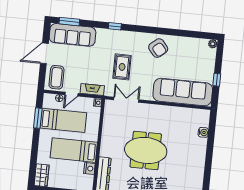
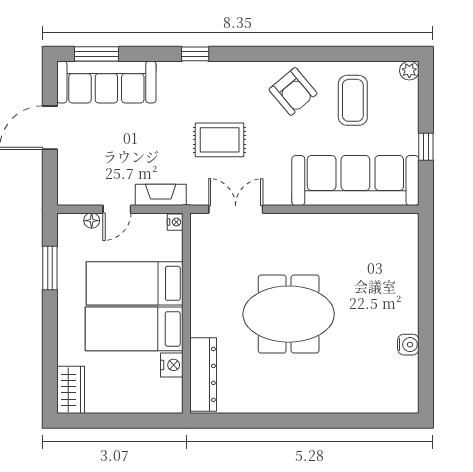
rug: (122, 67) -> (220, 140), turned 90
coffee table: (57, 77) -> (353, 100), moved
bed: (63, 120) -> (135, 283), moved, turned 180
water cooler: (203, 132) -> (408, 345), moved

